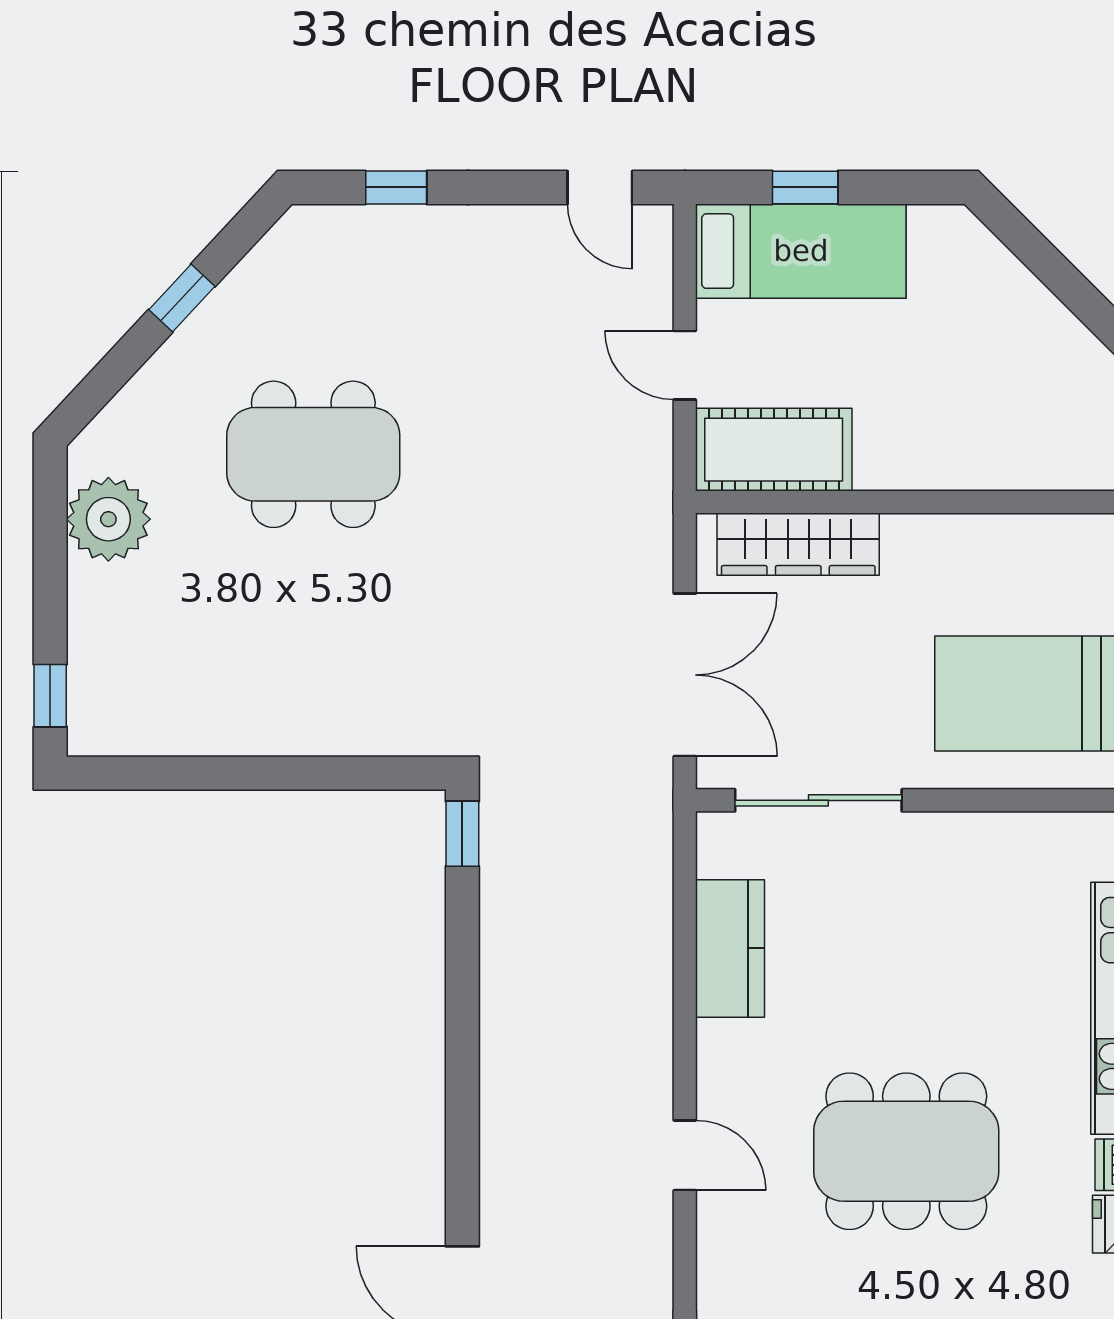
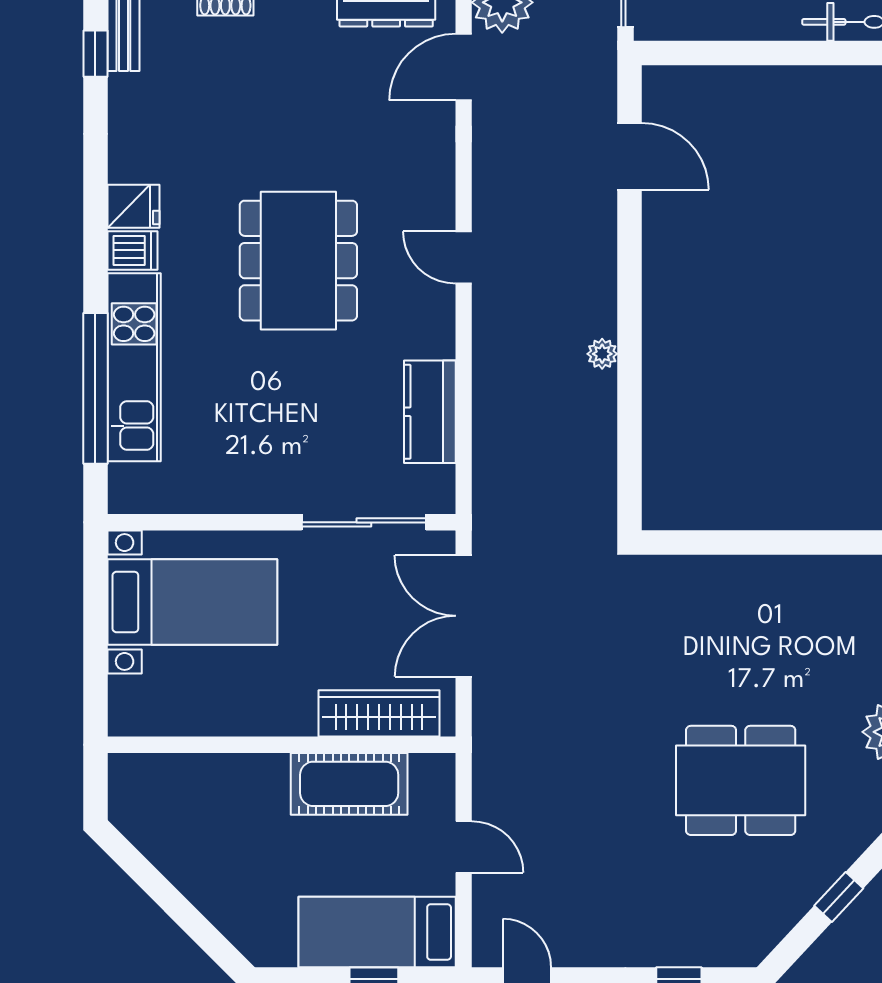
cot: (774, 450) -> (349, 784), moved
window: (462, 834) -> (629, 497), removed
plant: (499, 1026) -> (602, 354), added
dining table: (906, 1151) -> (298, 261), turned 90

